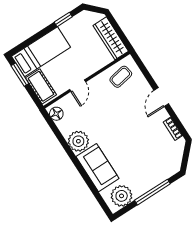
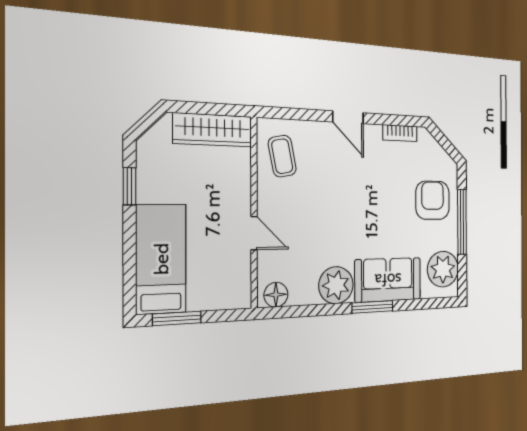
cot: (41, 86) -> (218, 294), removed
window: (79, 167) -> (373, 307), added
armchair: (152, 168) -> (433, 200), added

